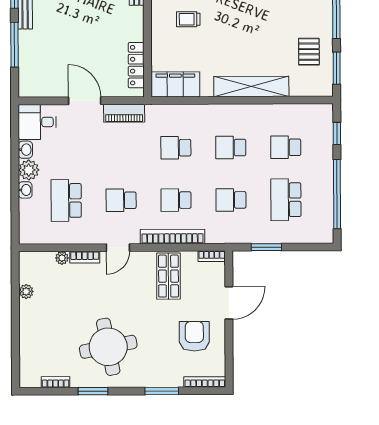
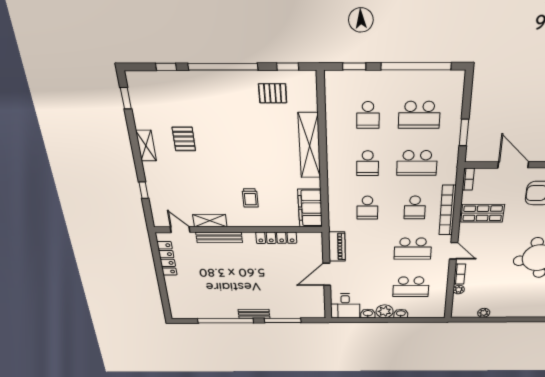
locker: (136, 65) -> (276, 238), moved
window: (337, 68) -> (288, 67), width x0.67
school desk: (121, 200) -> (413, 249), width x1.85
school desk: (231, 200) -> (417, 163), width x1.85

